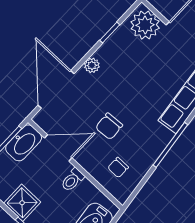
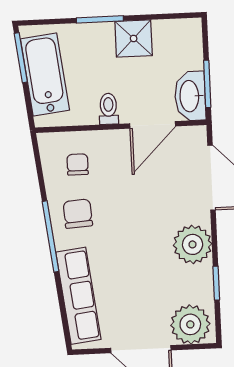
plant: (92, 65) -> (193, 244), width x1.87, depth x1.87
chair: (109, 126) -> (78, 214), moved

